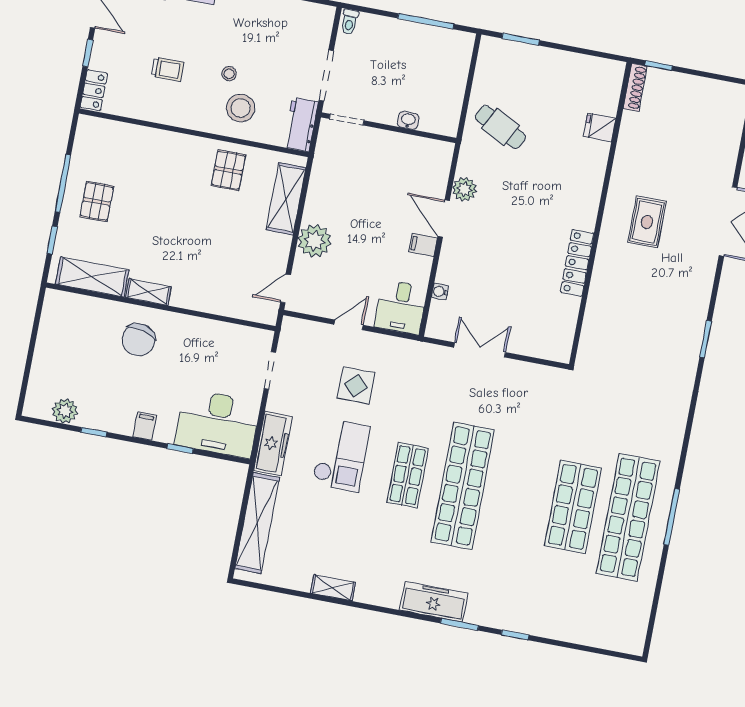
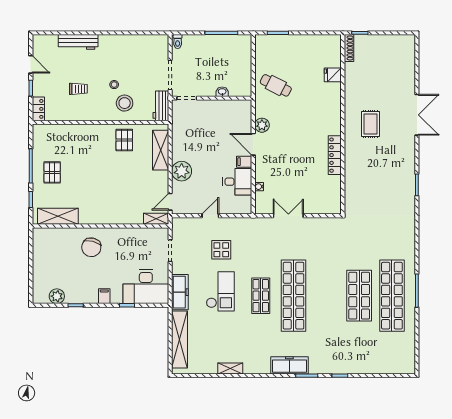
shelving: (148, 292) -> (156, 219), moved
desk: (401, 307) -> (237, 182), moved, turned -90

